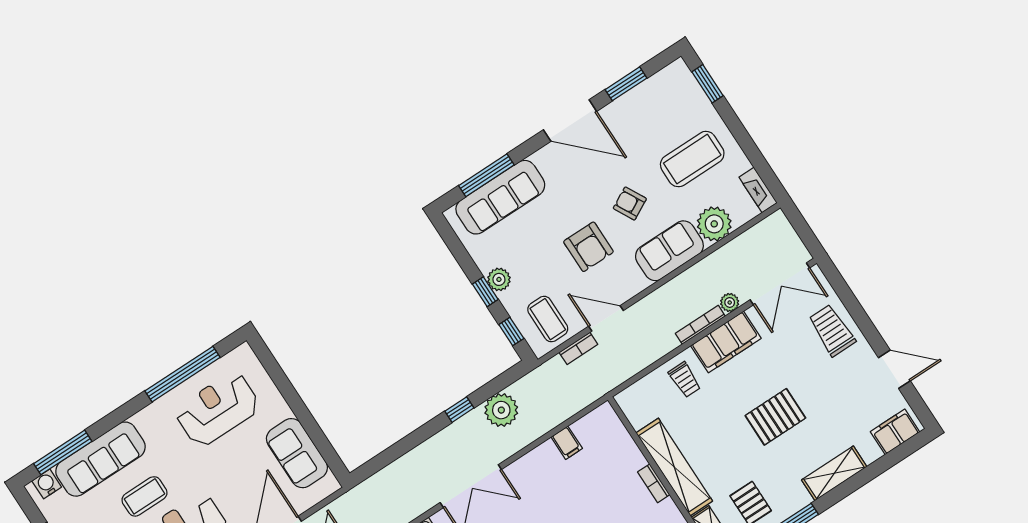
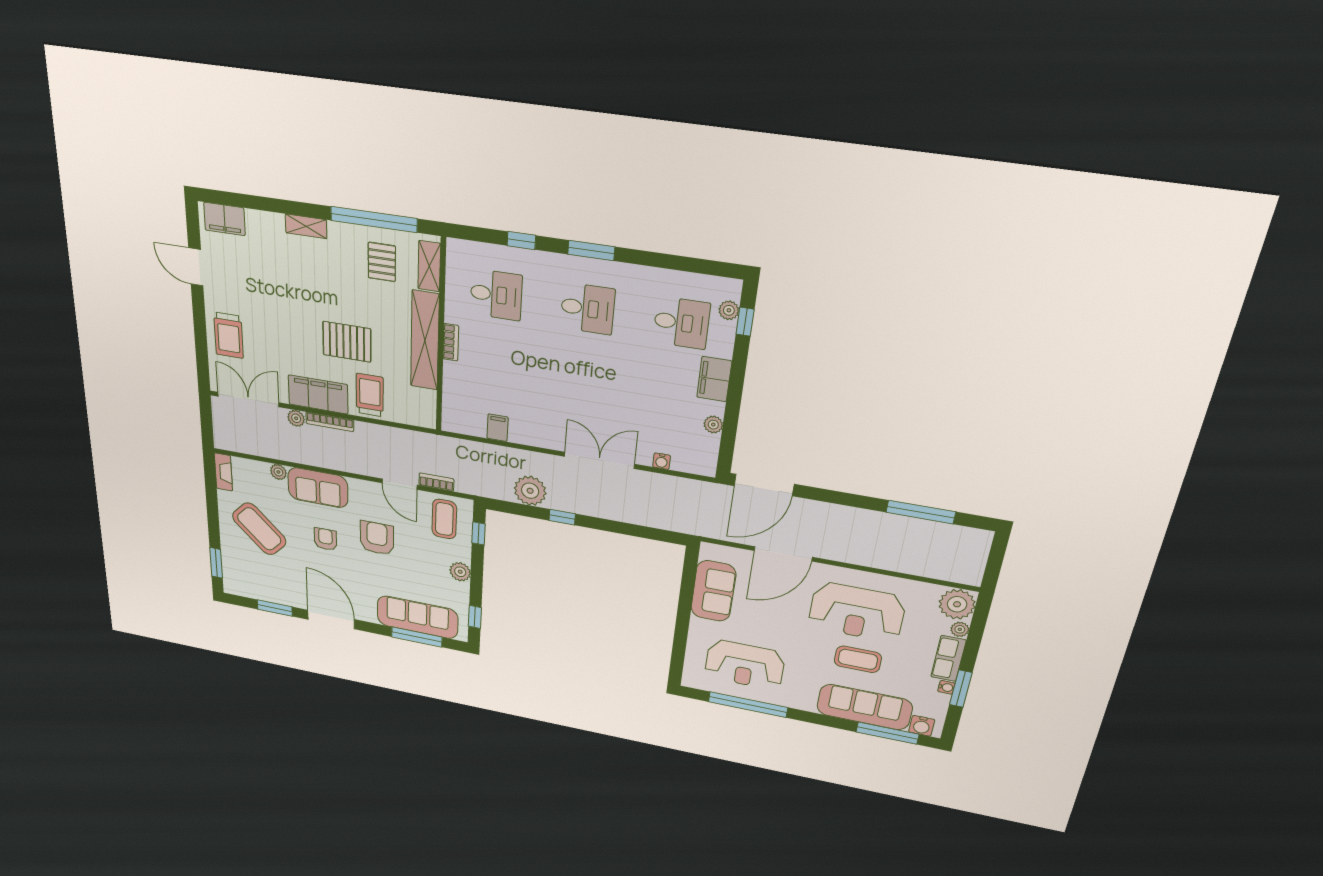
coffee table: (692, 159) -> (259, 529), turned 44
armchair: (630, 204) -> (325, 539), turned -152
plant: (714, 224) -> (278, 472), width x0.53, depth x0.53
window: (485, 292) -> (475, 617), moved
trolley: (685, 380) -> (370, 395), width x1.36, depth x1.39
pallet: (775, 417) -> (347, 342), moved
shelving: (834, 473) -> (306, 226), width x0.67, depth x0.75

